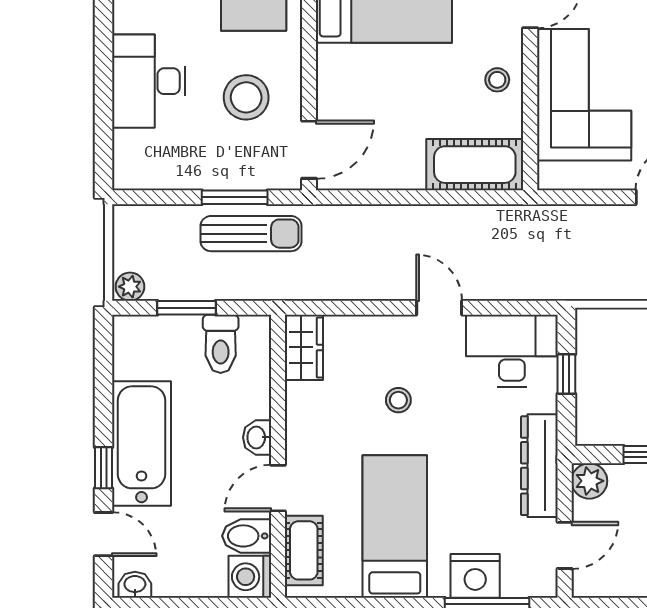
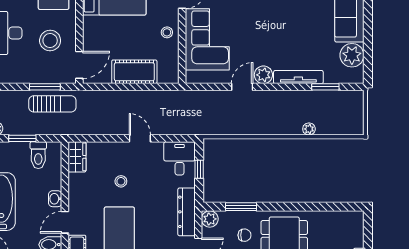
cot: (475, 165) -> (134, 72), moved
desk: (512, 351) -> (180, 158), width x0.73

